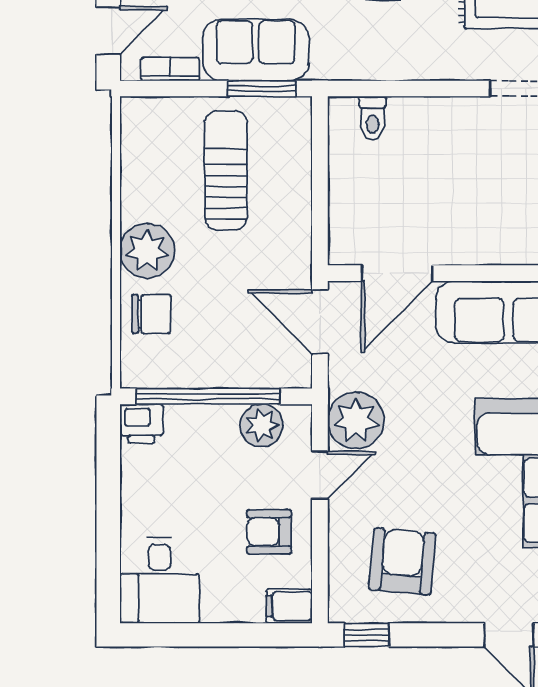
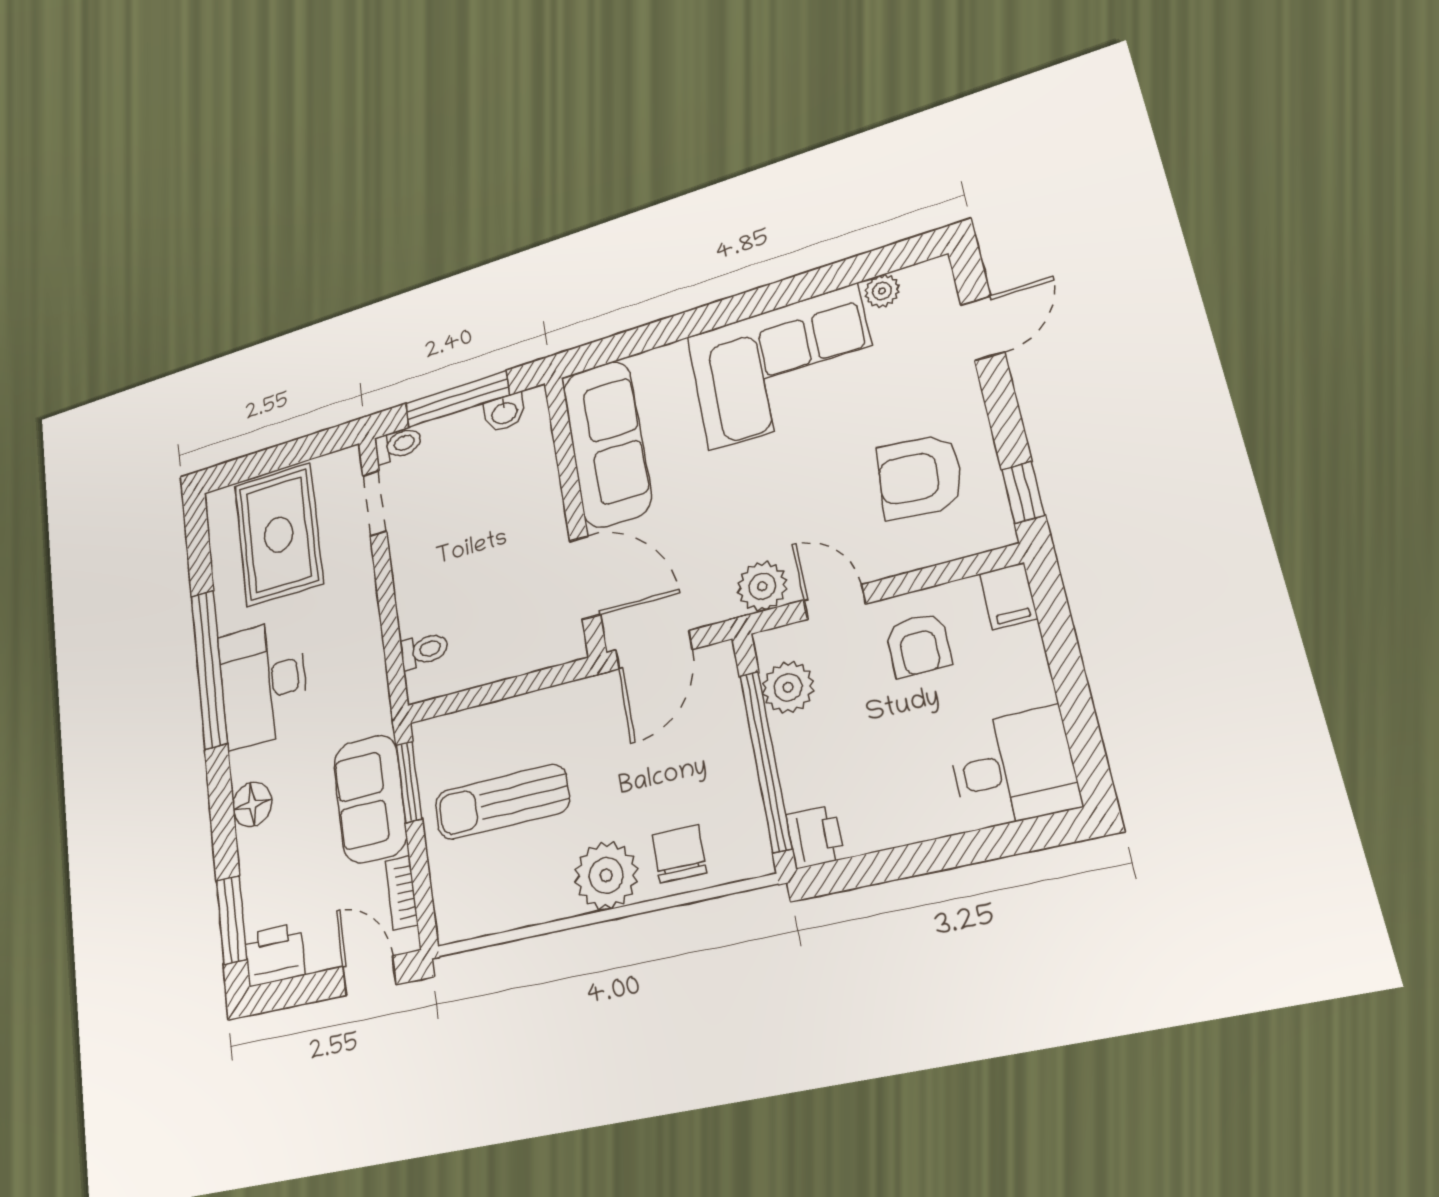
plant: (356, 420) -> (762, 586), width x0.73, depth x0.73

